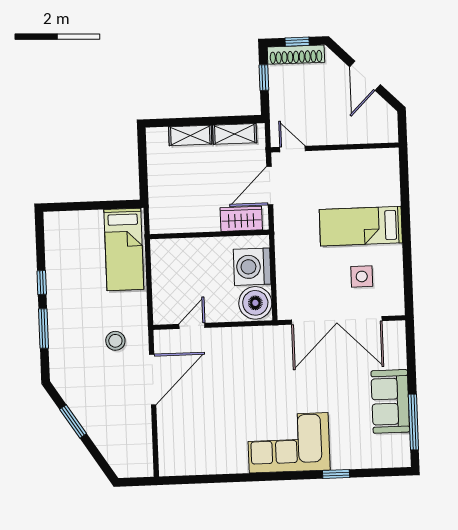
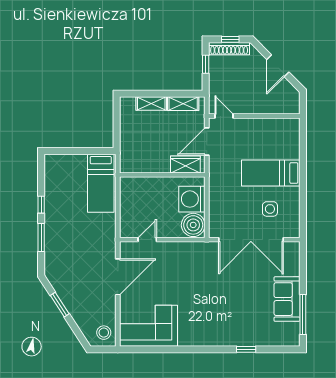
stool: (115, 341) -> (104, 333), moved
corner sofa: (289, 443) -> (148, 326), moved

